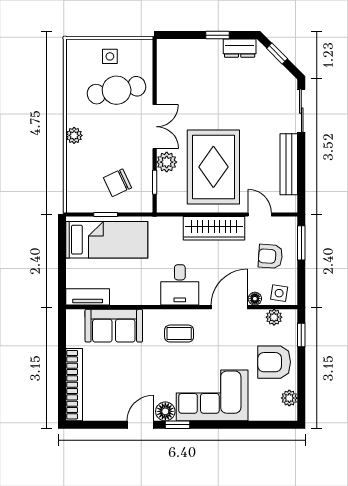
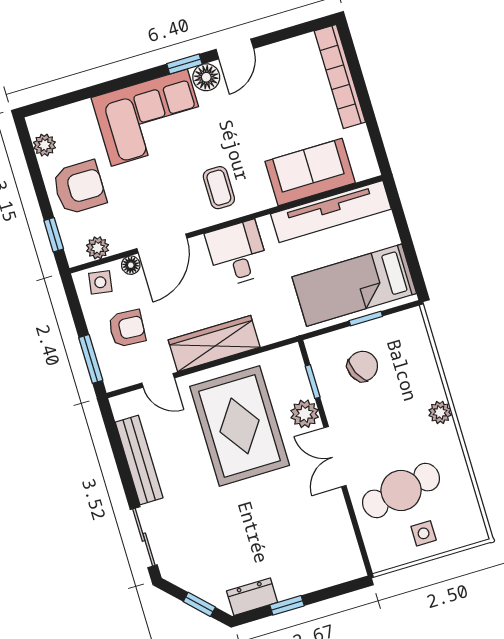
tv unit: (88, 297) -> (331, 212), width x1.92, depth x1.29
coffee table: (179, 334) -> (219, 188), turned 90

